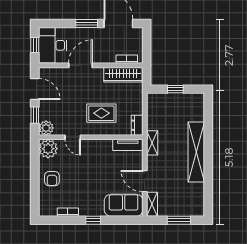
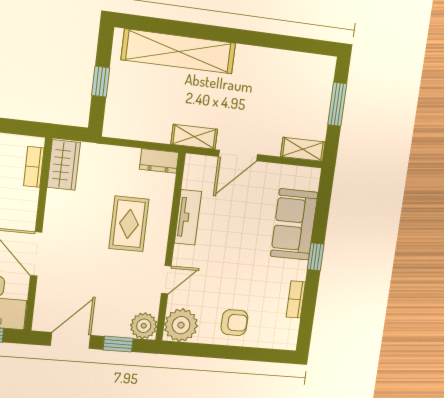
wardrobe: (123, 75) -> (64, 165), width x0.67
tv unit: (128, 145) -> (188, 217), moved
shelving: (196, 152) -> (179, 51), moved
door: (145, 181) -> (238, 155), moved
sofa: (124, 205) -> (294, 224), moved

